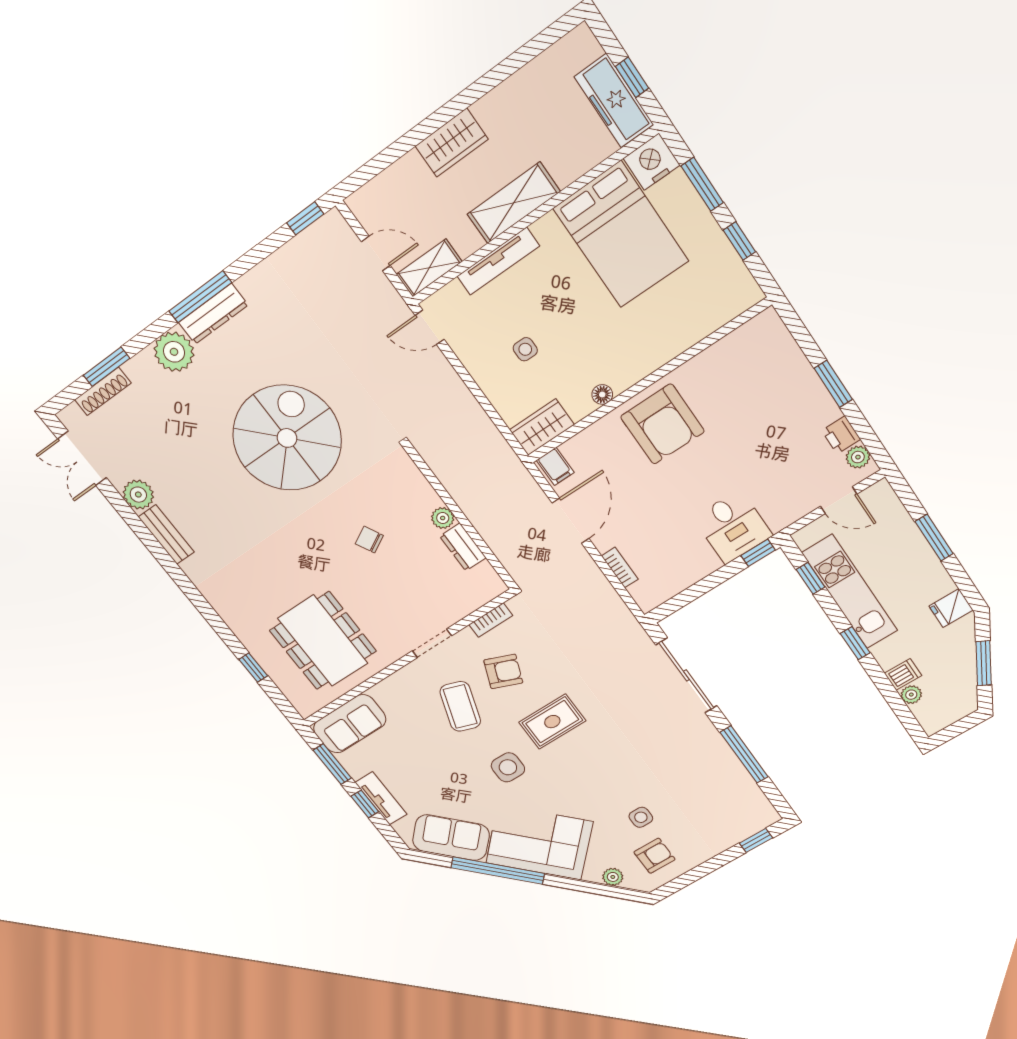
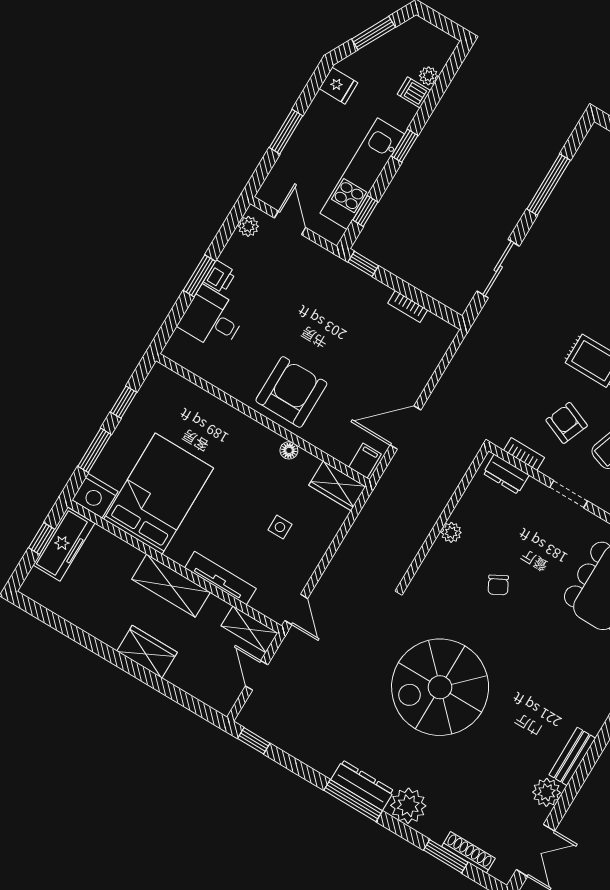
printer: (841, 435) -> (220, 277), moved
desk: (733, 527) -> (212, 319), moved, turned -90
dresser: (463, 547) -> (506, 474), moved, turned 90
bookcase: (620, 568) -> (408, 307), moved, turned -90
sliding door: (686, 675) -> (498, 269), width x0.73

